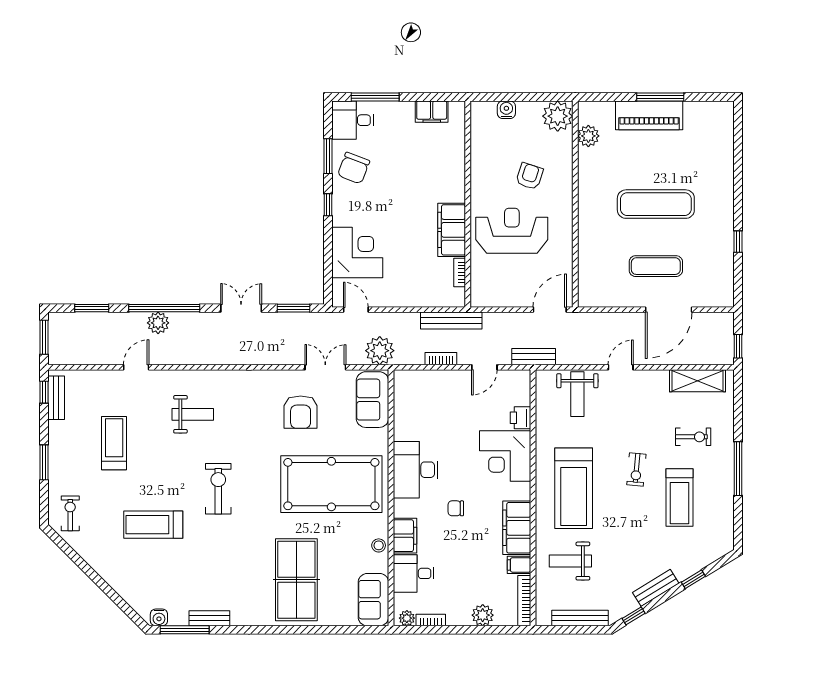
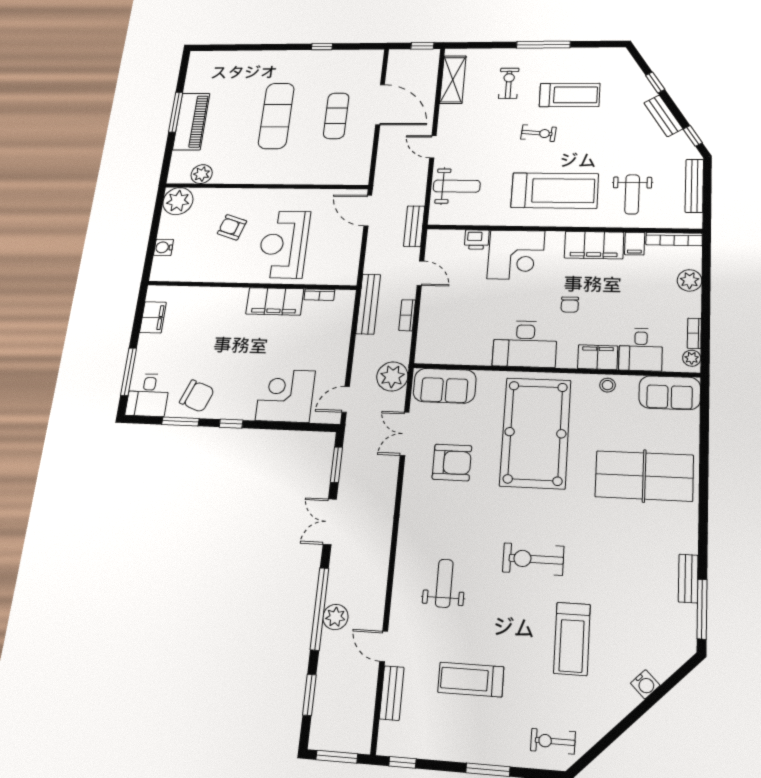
bench: (56, 398) -> (392, 693), moved, turned 90
water cooler: (159, 617) -> (645, 684), moved, turned 45

